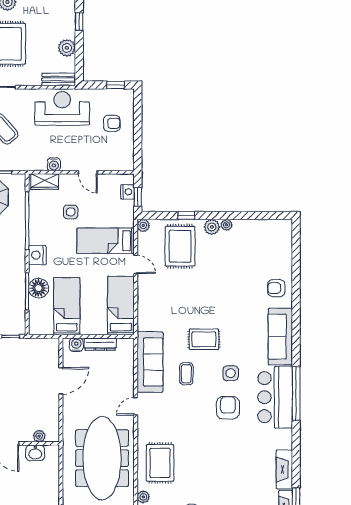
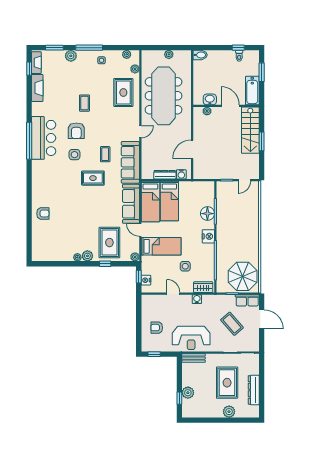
plant: (67, 48) -> (188, 393), moved
bed: (67, 306) -> (169, 201), moved
sofa: (280, 337) -> (131, 204), moved, turned 180
coffee table: (216, 448) -> (84, 103), added

